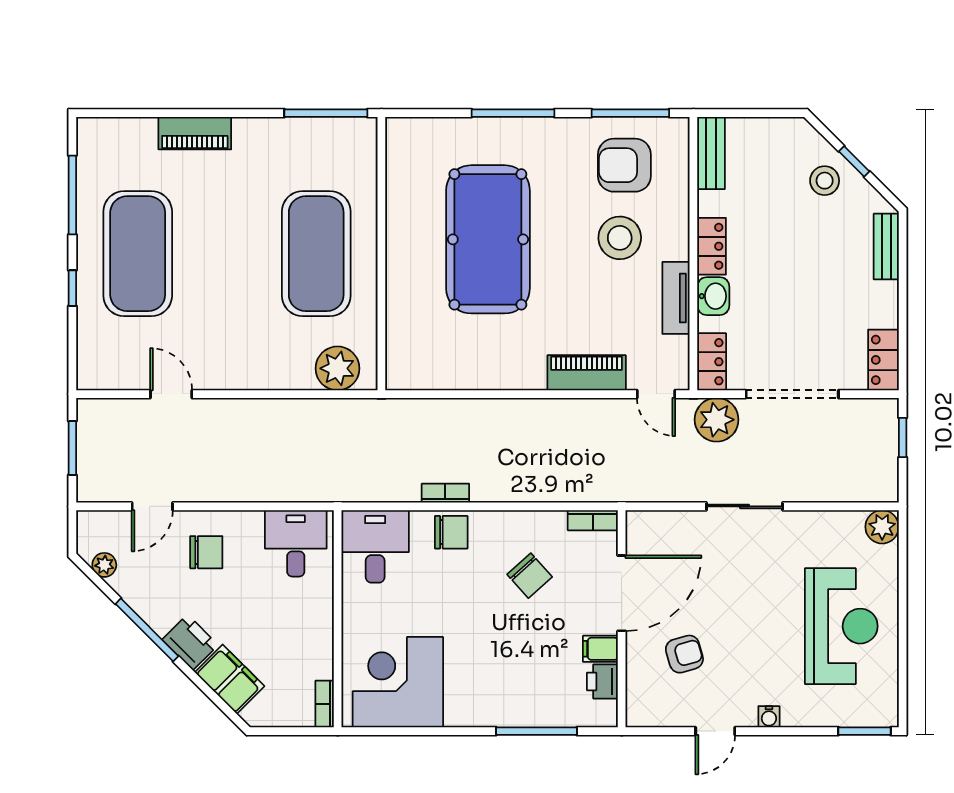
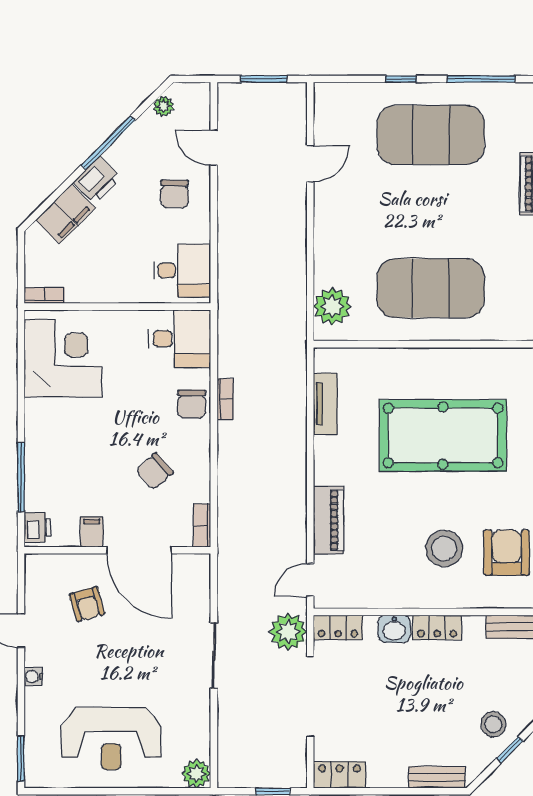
tv unit: (676, 298) -> (325, 404), moved, turned 90
printer: (602, 681) -> (38, 527), moved, turned 90

